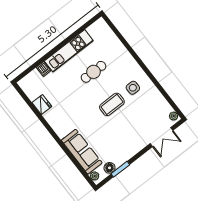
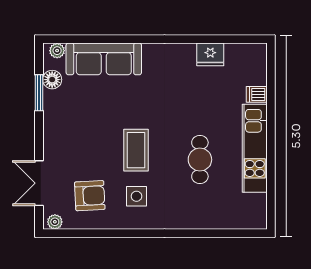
armchair: (149, 109) -> (90, 196), added

